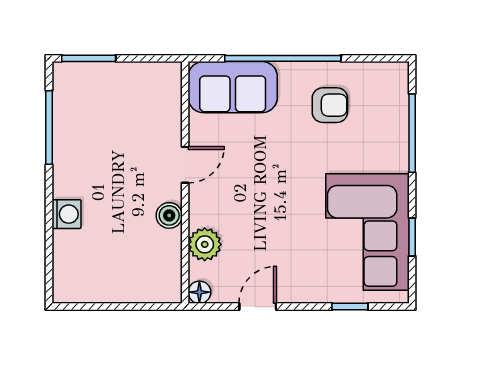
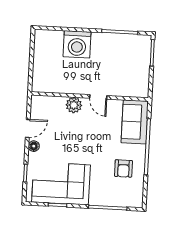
washing machine: (66, 214) -> (77, 44), width x1.89, depth x1.89
boiler: (169, 215) -> (74, 88), removed
plant: (205, 244) -> (74, 105), moved
floor lamp: (199, 292) -> (34, 146), moved
door: (258, 307) -> (28, 128), hinge flipped

